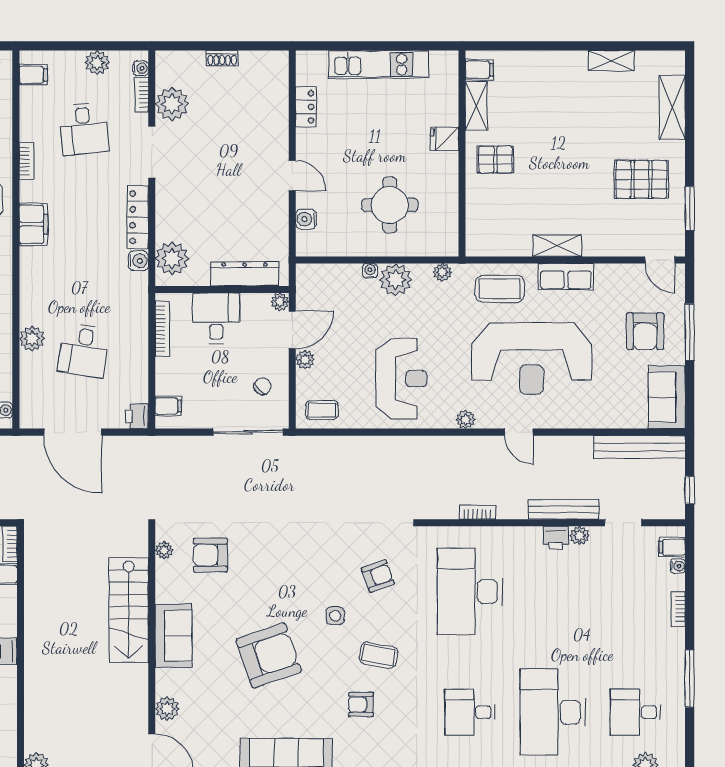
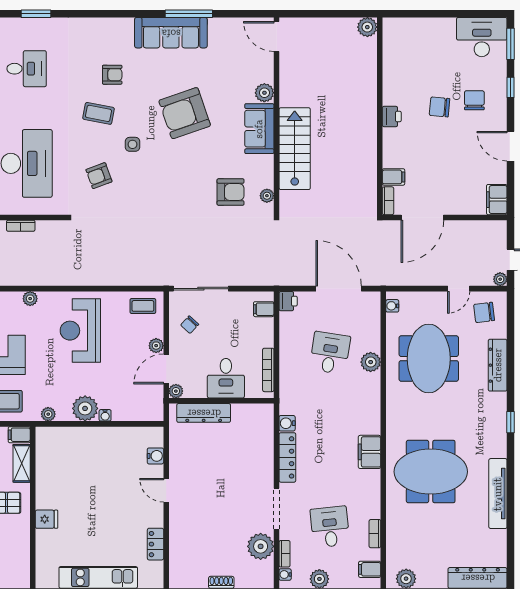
filing cabinet: (479, 70) -> (19, 435), moved
shelving: (476, 106) -> (22, 463), moved
bookcase: (27, 161) -> (375, 534), moved
round table: (390, 205) -> (90, 467), removed
plant: (172, 258) -> (261, 425), removed
plant: (167, 709) -> (264, 93), moved

